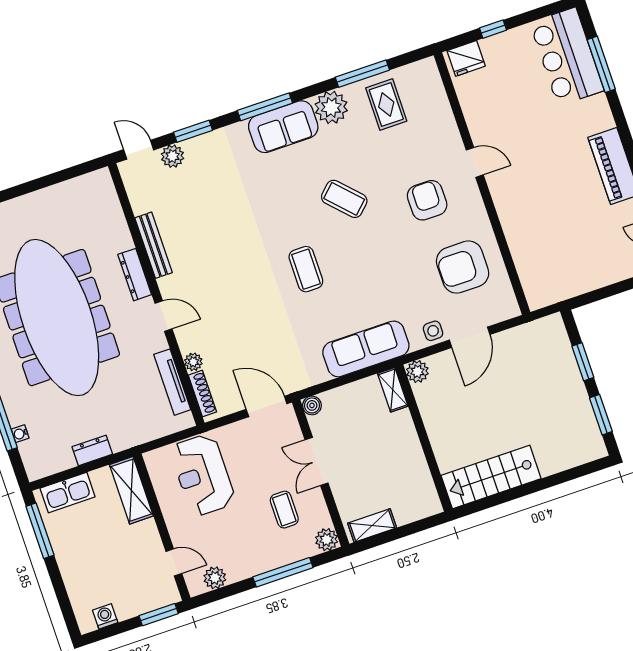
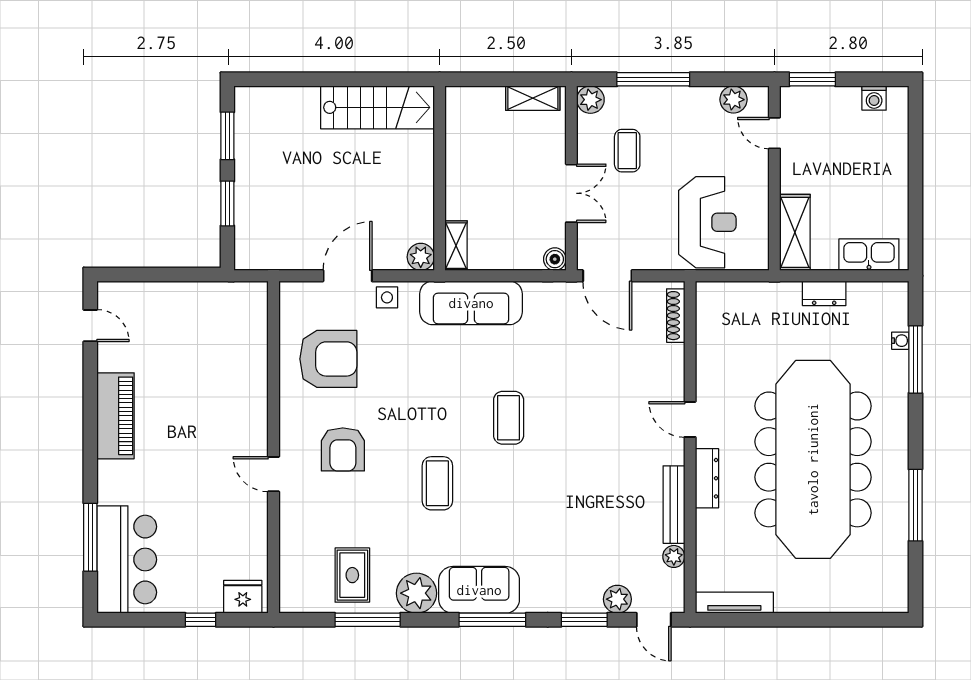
coffee table: (344, 199) -> (437, 483), turned 44
plant: (193, 362) -> (674, 556), moved
tv unit: (172, 382) -> (734, 603), moved, turned -90
window: (40, 531) -> (915, 222), removed

